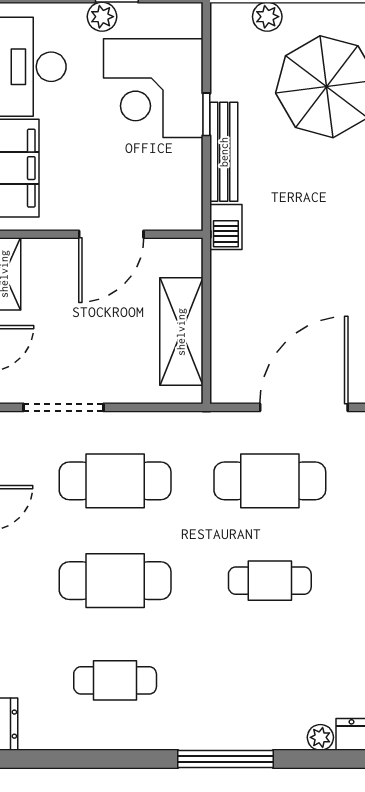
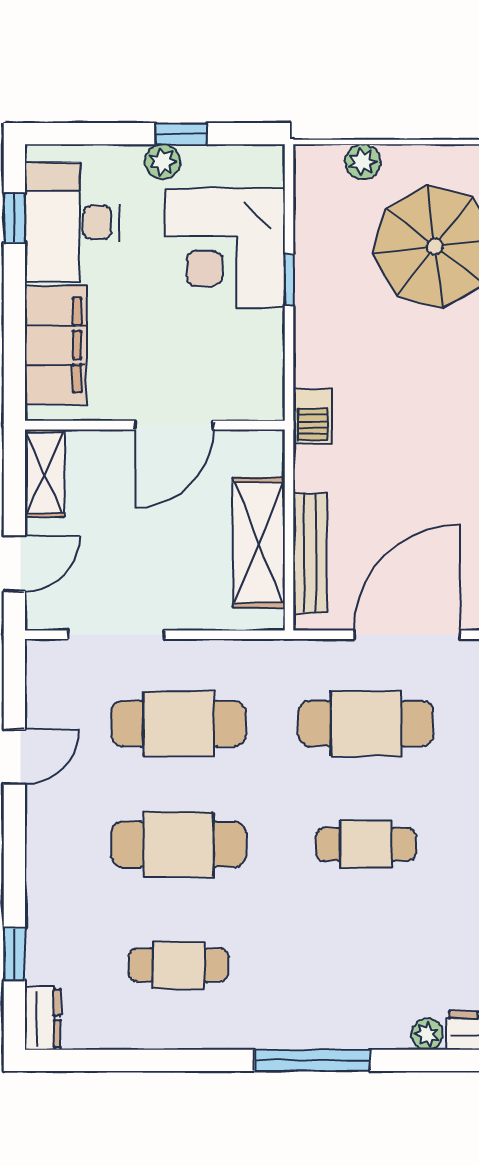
bench: (224, 152) -> (310, 553), moved

